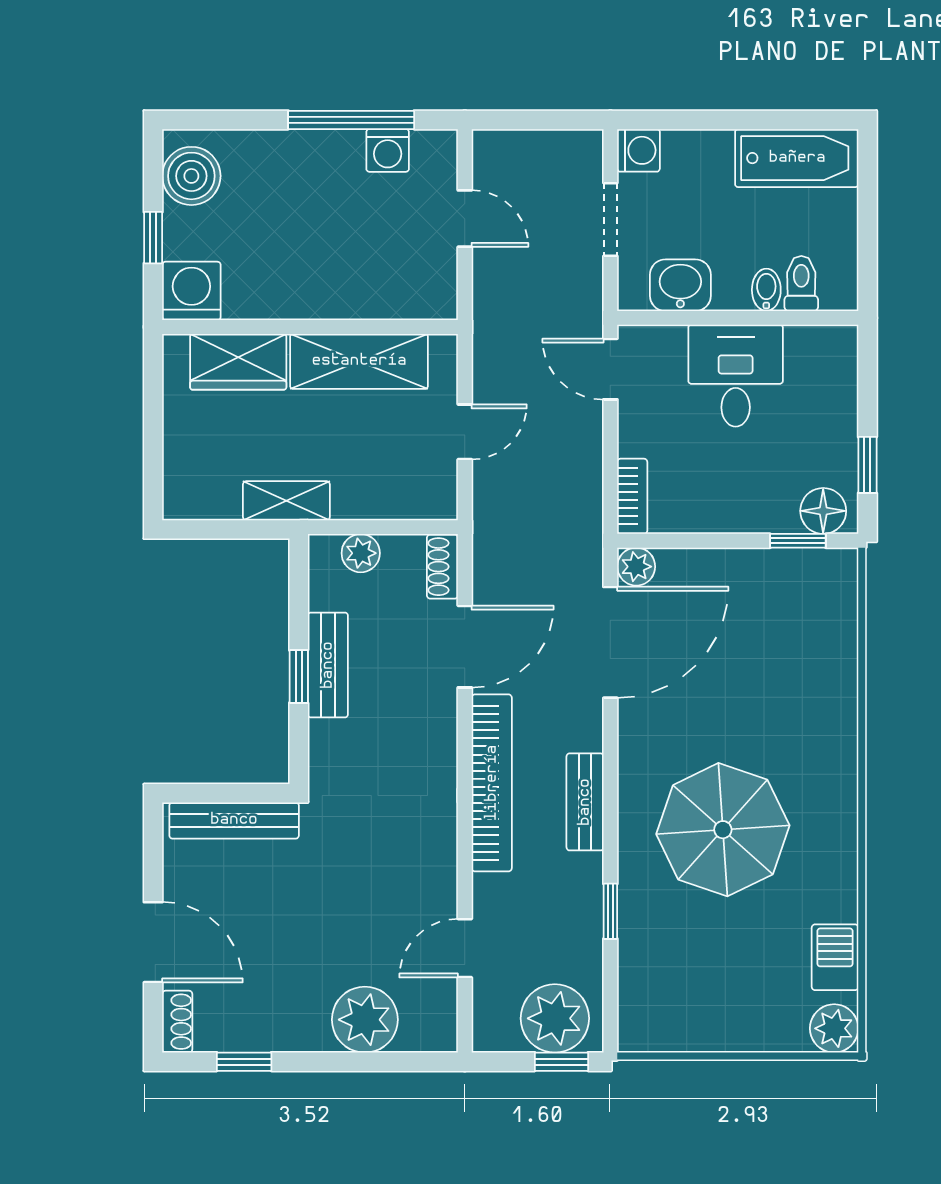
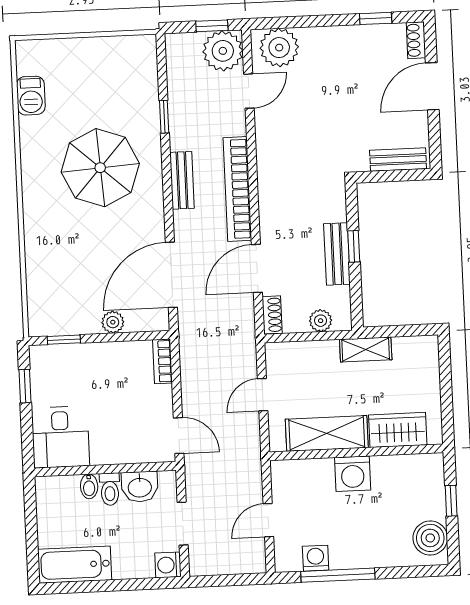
door: (465, 219) -> (268, 520), hinge flipped
toilet: (801, 283) -> (110, 489), moved
washing machine: (191, 291) -> (353, 474), moved
desk: (736, 376) -> (60, 437), moved
floor lamp: (823, 511) -> (50, 358), removed
plant: (636, 567) -> (113, 322), moved
bench: (234, 820) -> (398, 160), width x0.73
door: (153, 942) -> (432, 86), hinge flipped
plant: (555, 1018) -> (223, 51), moved
plant: (365, 1020) -> (279, 48), moved
plant: (834, 1028) -> (29, 54), removed
window: (561, 1062) -> (212, 26), moved

